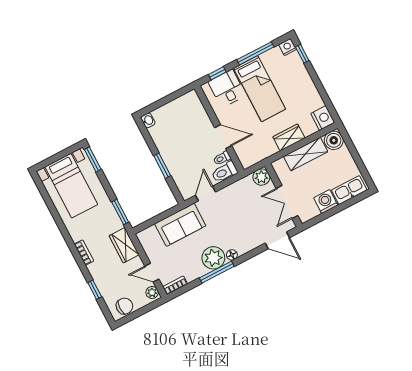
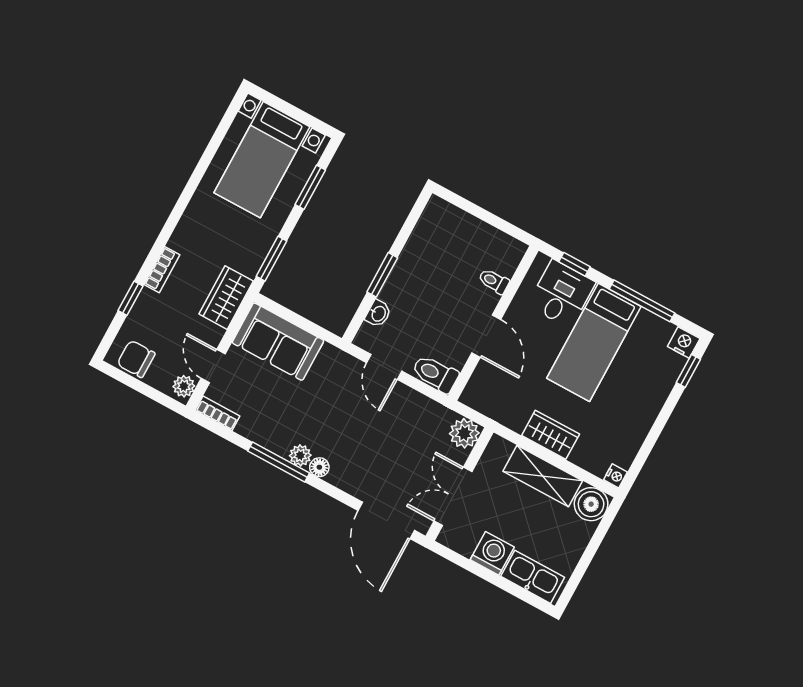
nightstand: (323, 118) -> (616, 476), width x0.53, depth x0.56
washbasin: (148, 120) -> (378, 314), moved
toilet: (222, 158) -> (494, 281), moved
window: (93, 159) -> (310, 187), moved
door: (206, 194) -> (384, 367), swing flipped
sofa: (180, 225) -> (278, 342), moved
door: (277, 240) -> (386, 520), width x1.36
bookcase: (84, 253) -> (162, 270), moved
plant: (213, 258) -> (300, 455), width x0.53, depth x0.53
chair: (124, 306) -> (136, 359), turned 180

